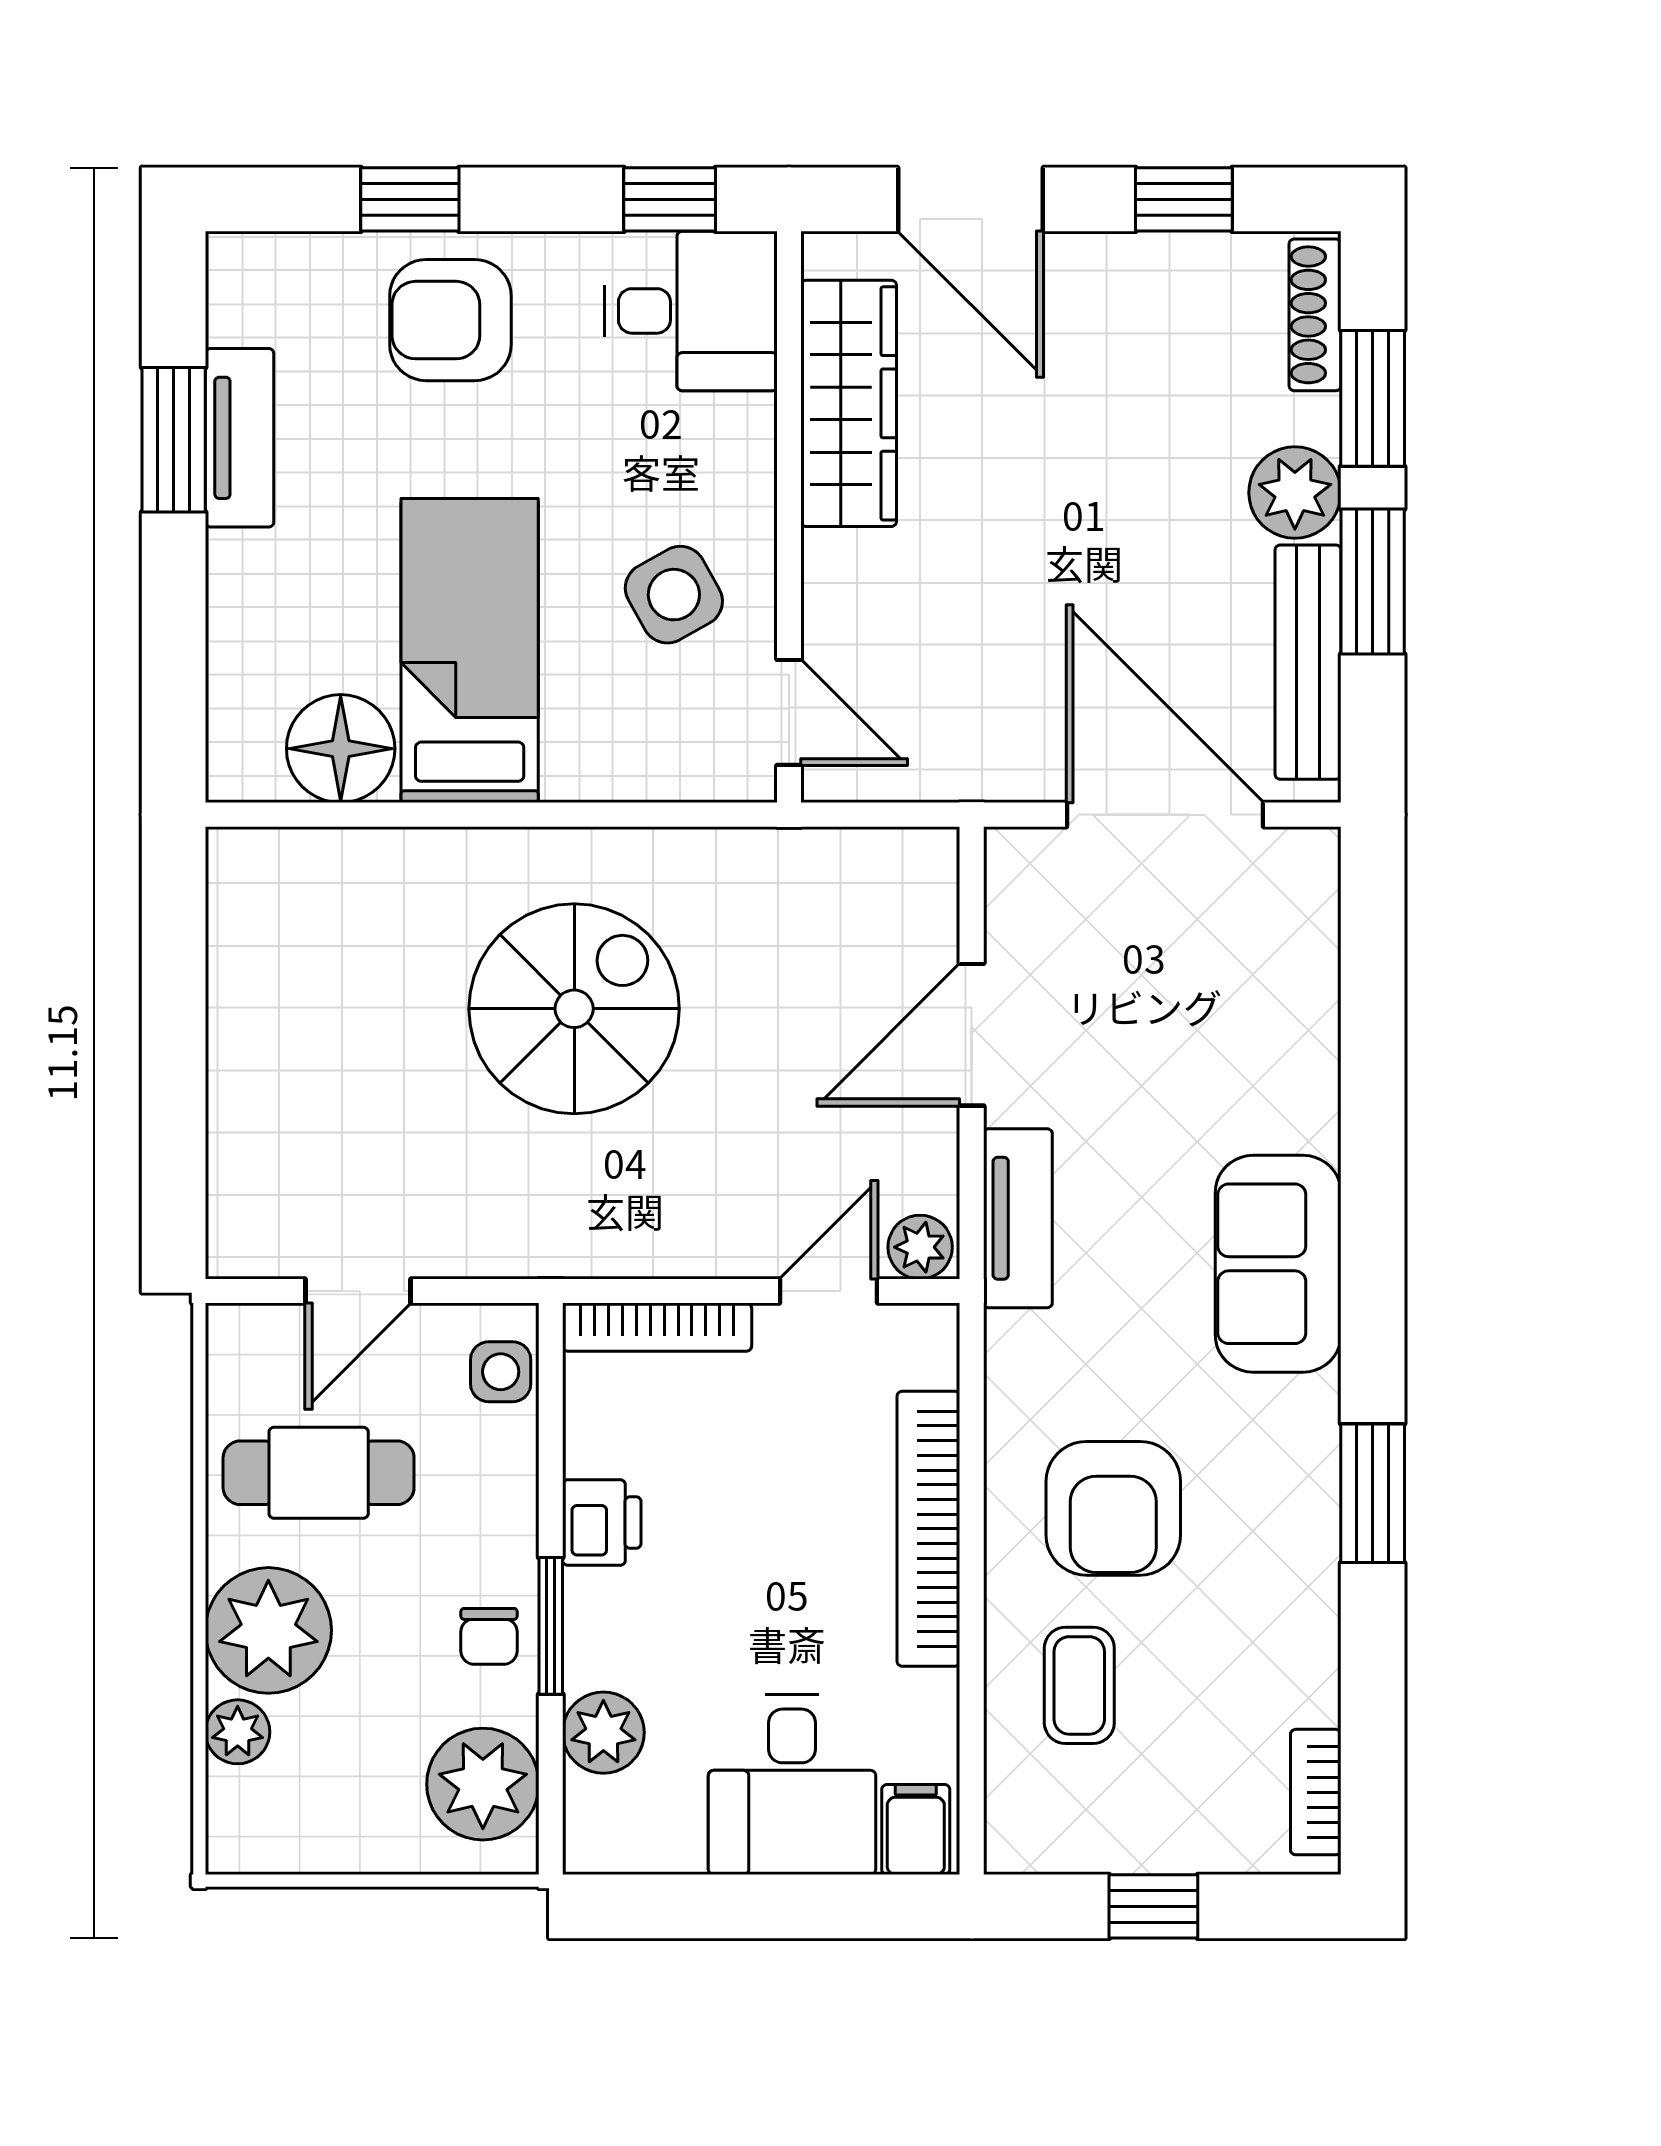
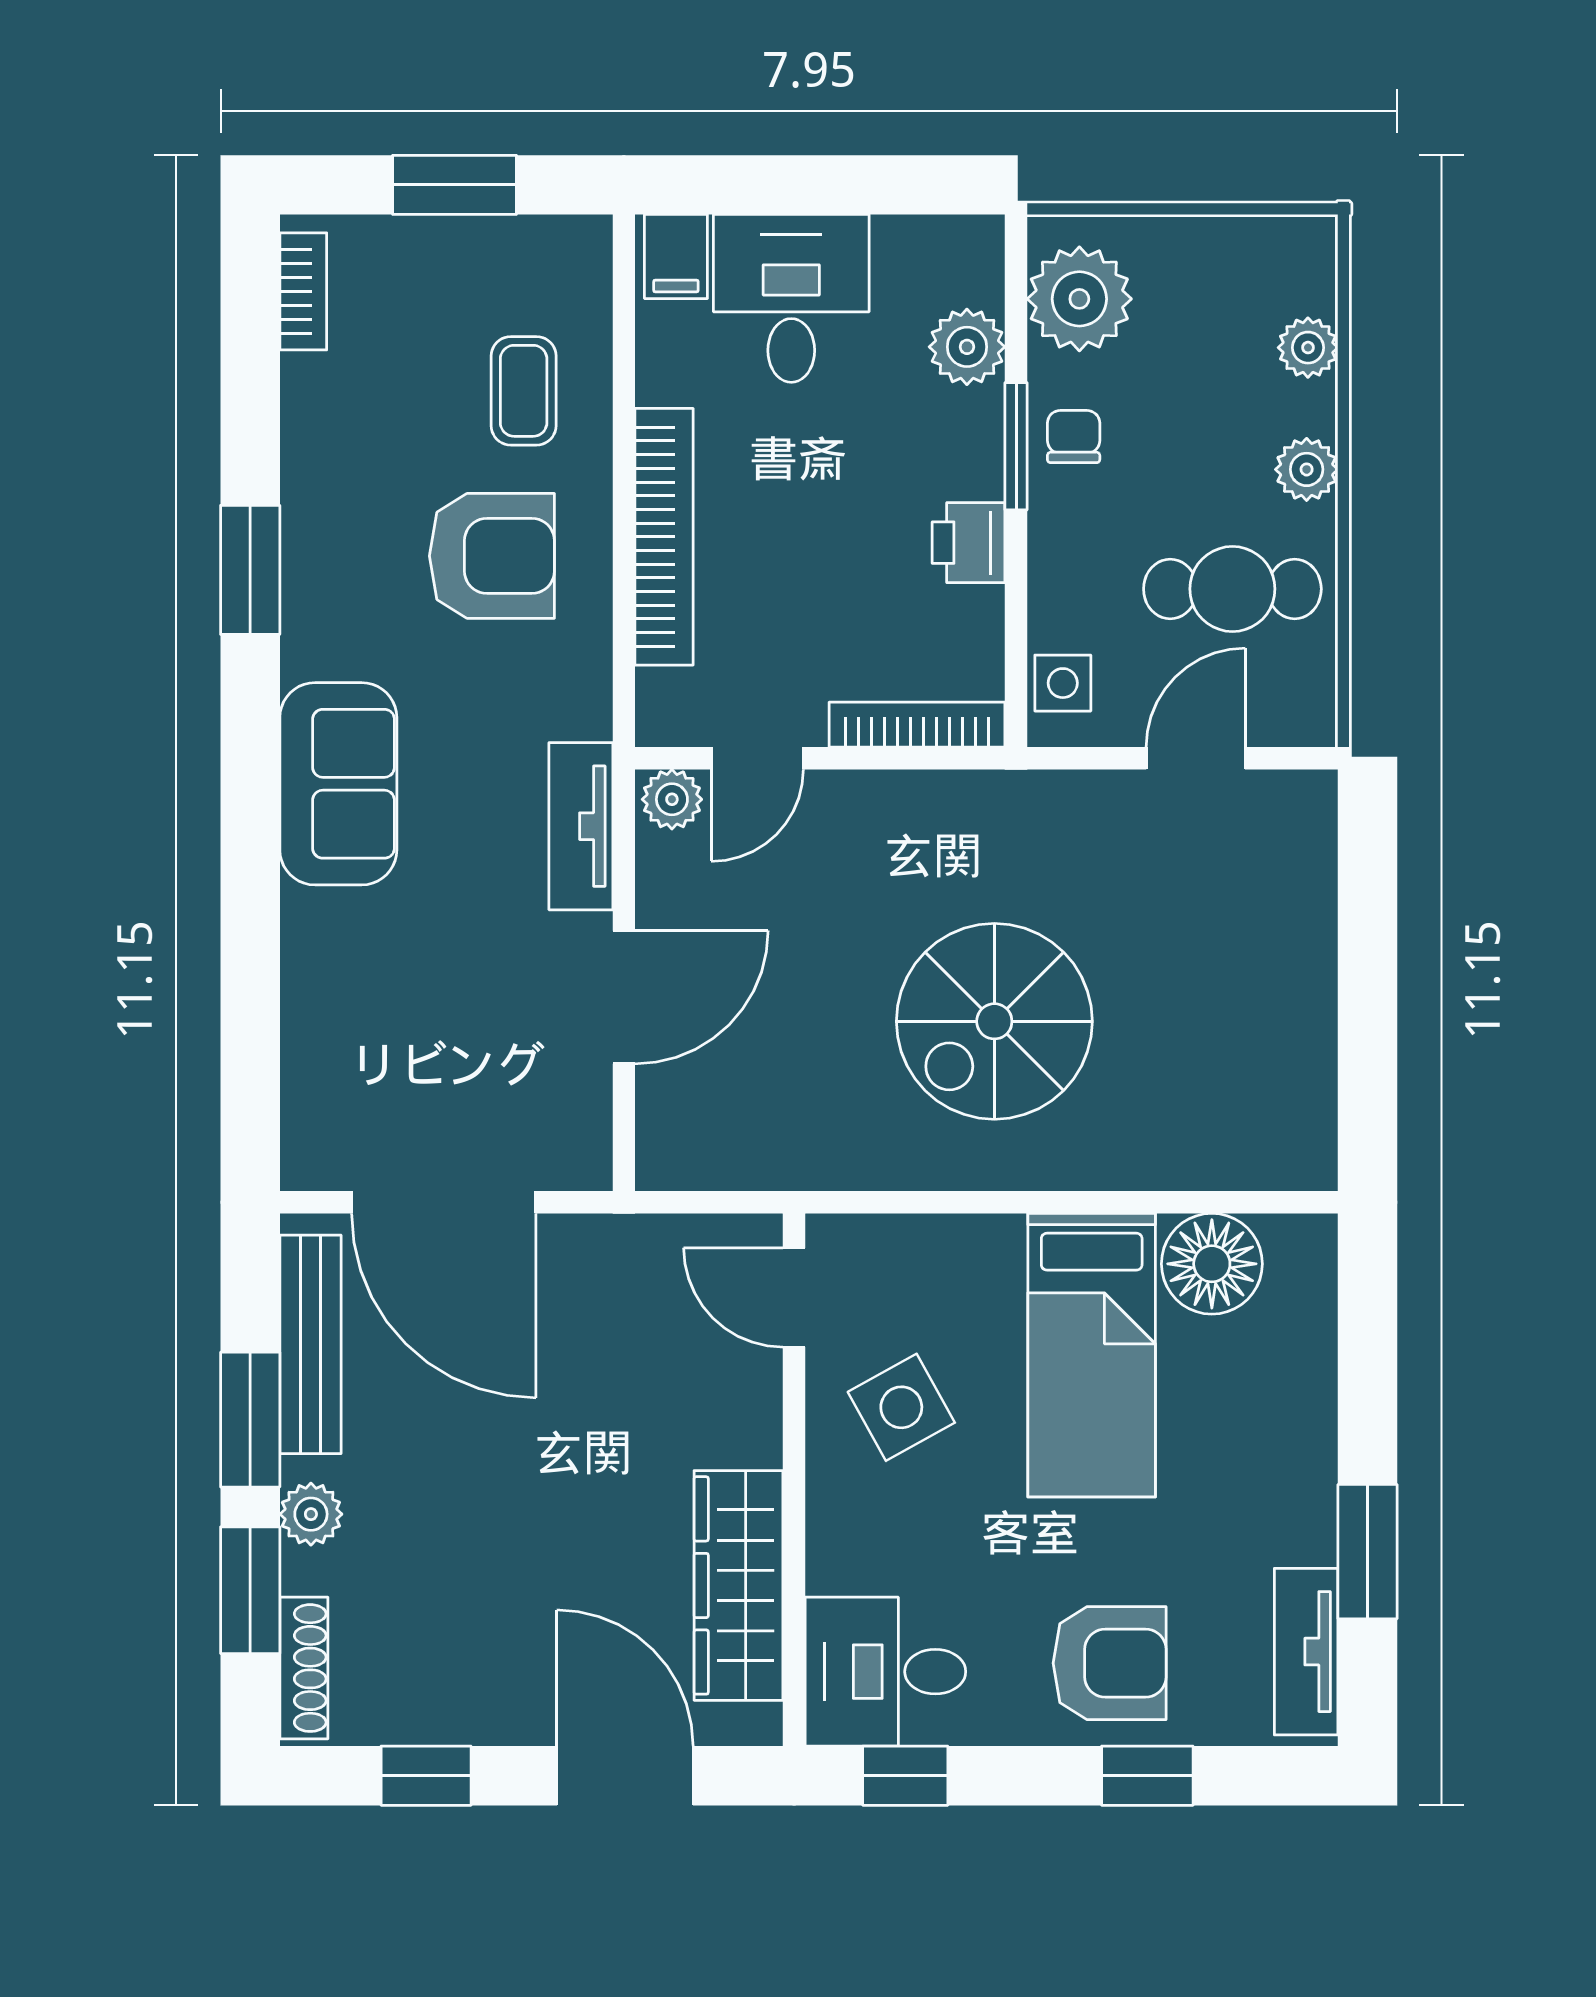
tv unit: (240, 438) -> (1306, 1652), moved
plant: (1295, 493) -> (311, 1514), width x0.73, depth x0.73
armchair: (1113, 1508) -> (492, 556), turned 90
plant: (268, 1630) -> (1307, 469), width x0.53, depth x0.53
window: (1153, 1906) -> (454, 185), width x1.50

